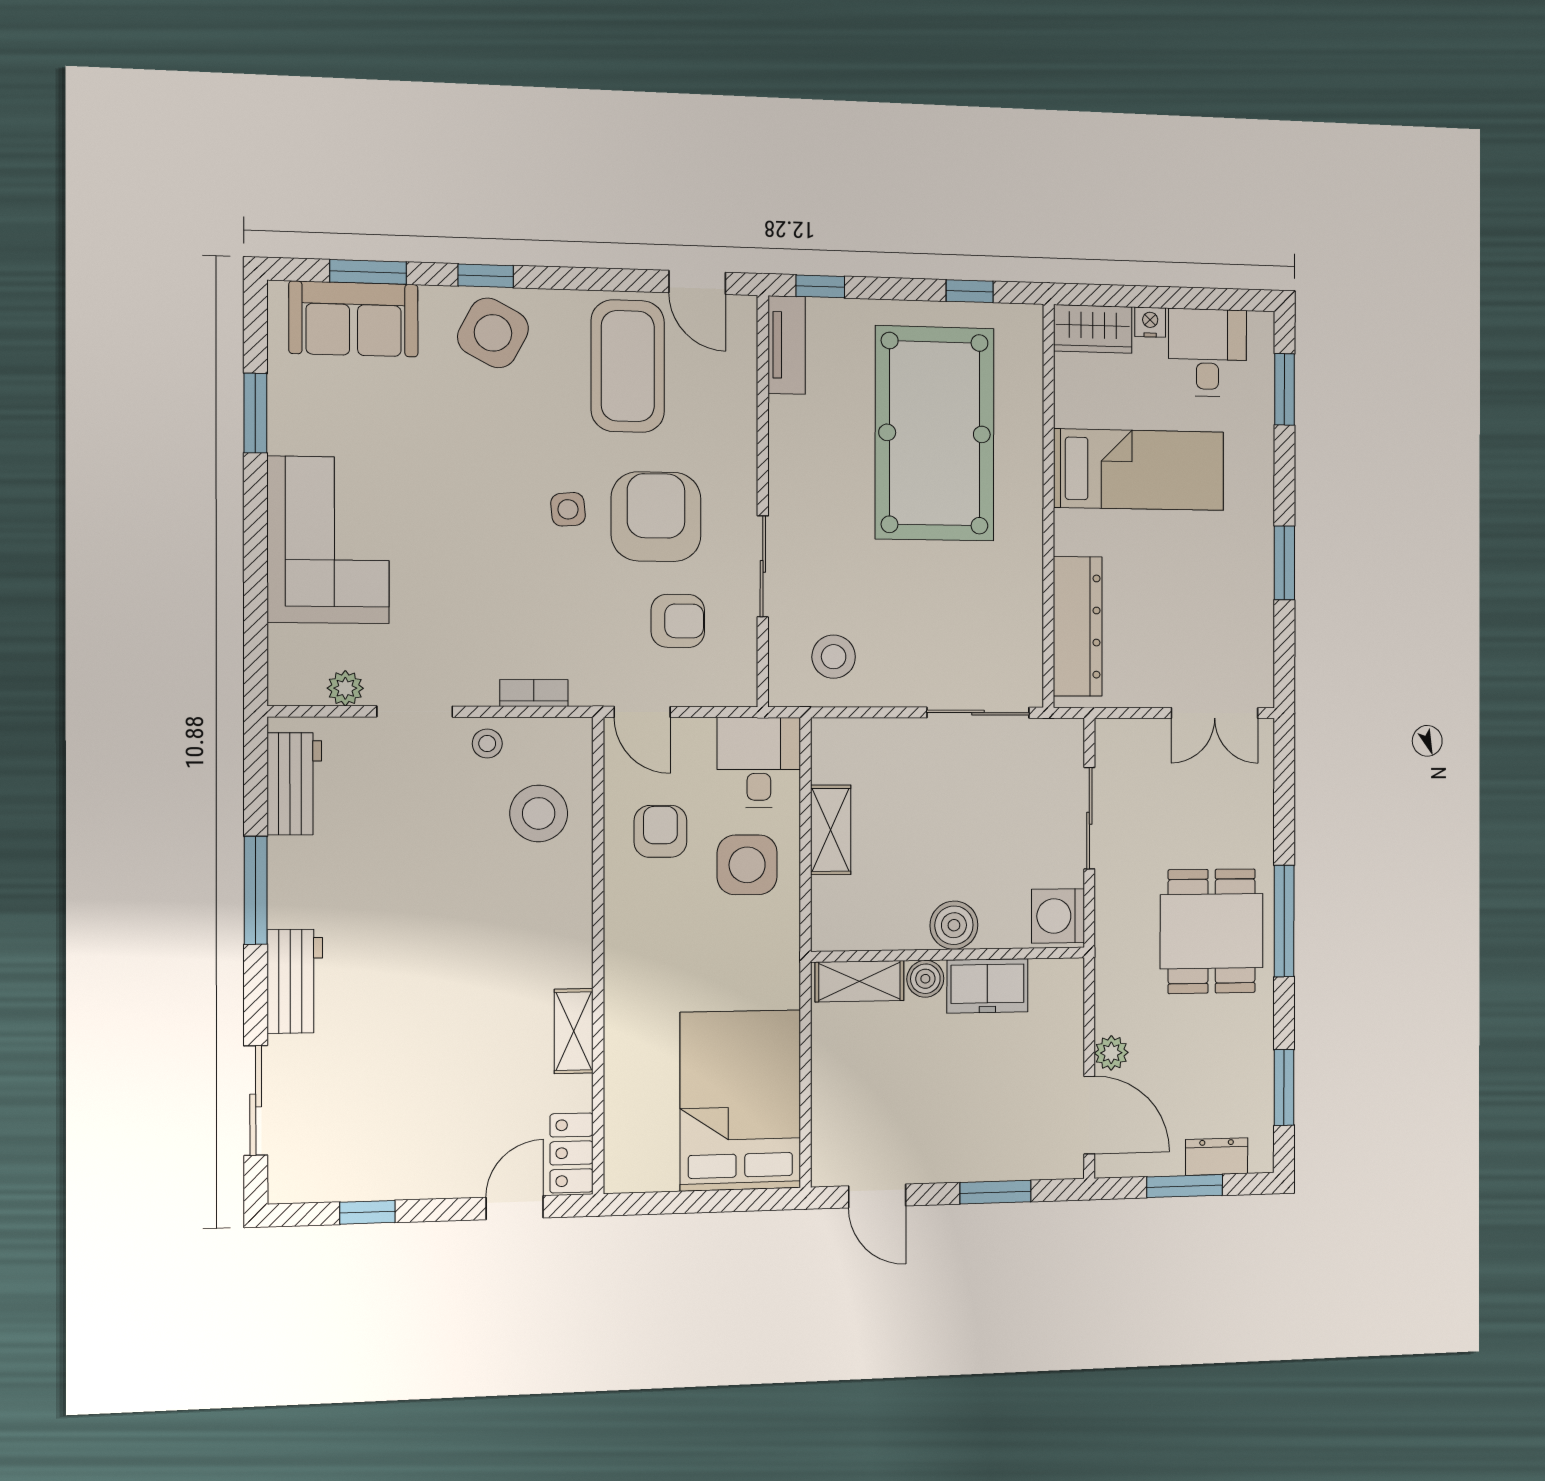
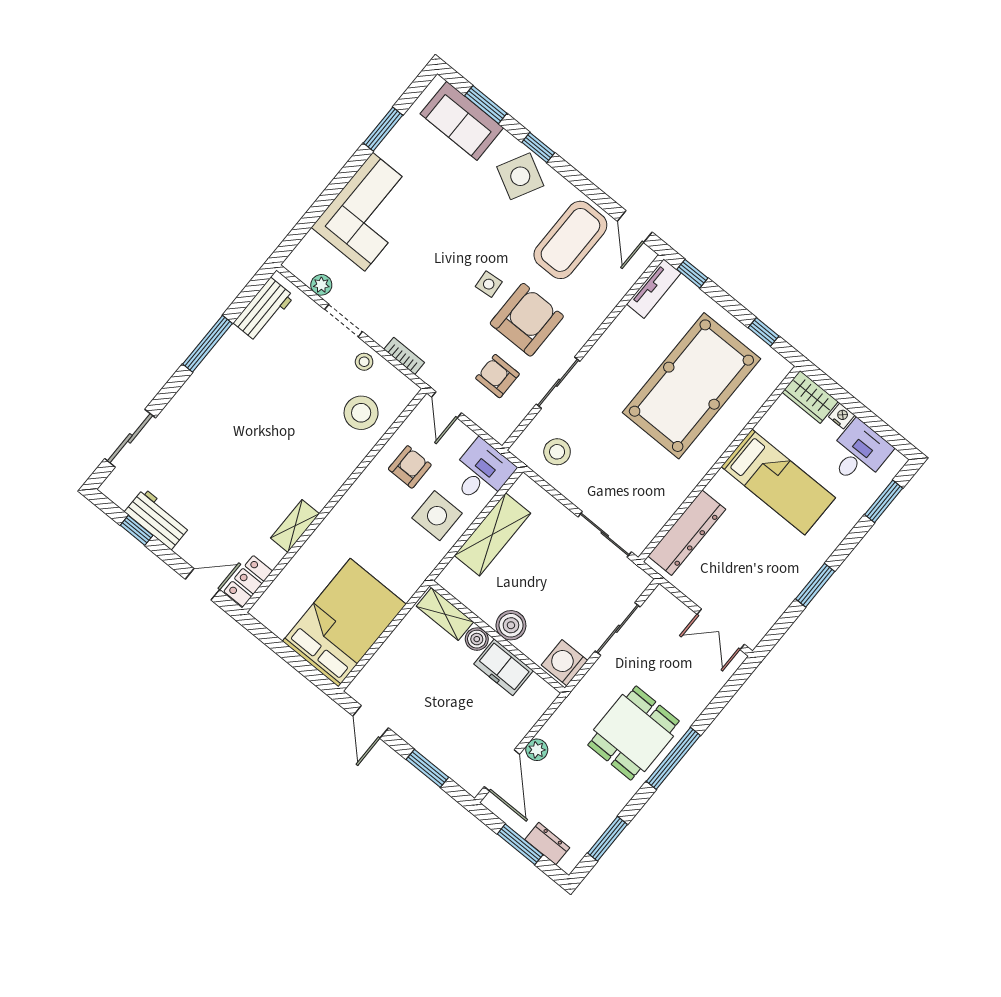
armchair: (678, 621) -> (497, 376), turned 180
shelving: (831, 830) -> (493, 534), width x1.50, depth x1.33
workbench: (295, 981) -> (158, 519), moved, turned -90

